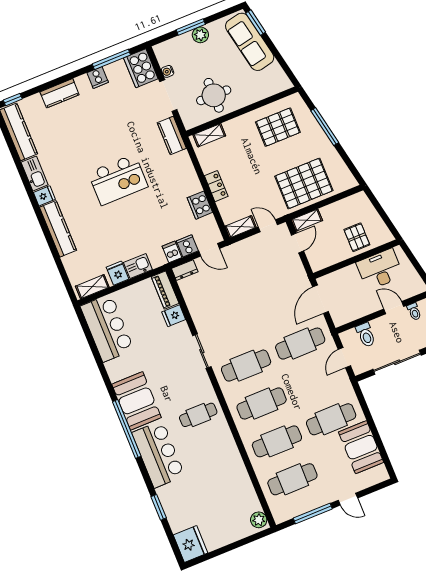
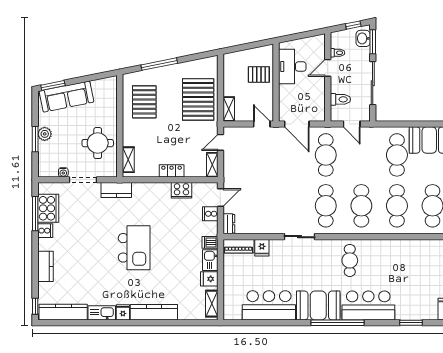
cooker: (141, 68) -> (48, 208), moved, turned -90
door: (298, 243) -> (262, 124), moved
dishwasher: (172, 252) -> (210, 242), moved
bar counter: (107, 328) -> (269, 305), moved

